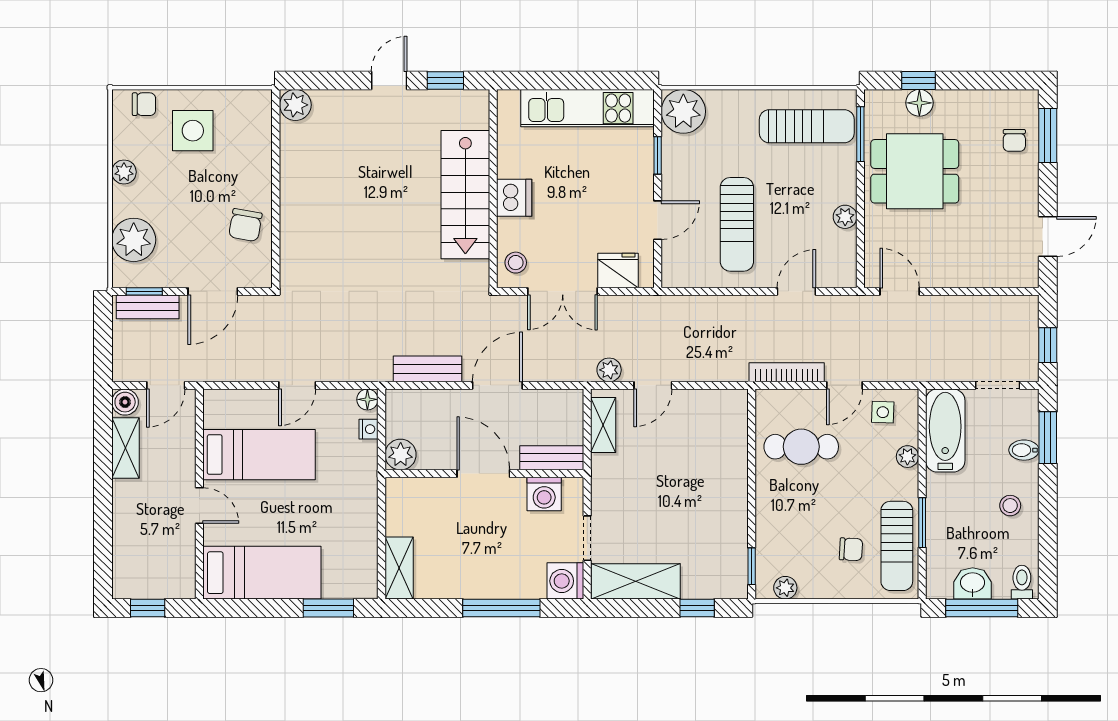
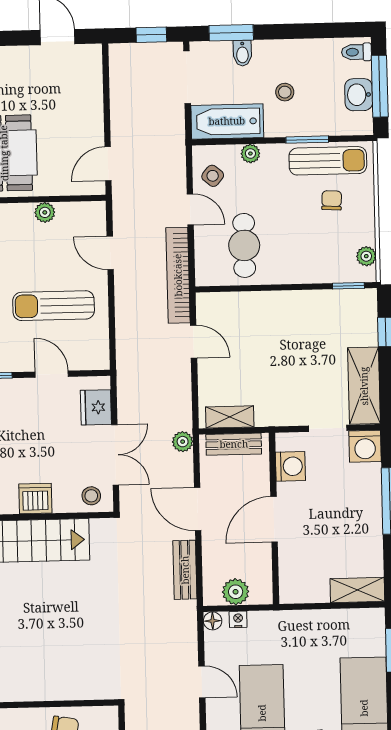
sun lounger: (737, 224) -> (54, 306), turned 180
plant: (609, 370) -> (183, 442), moved
bookcase: (787, 372) -> (178, 275), width x1.48, depth x1.31
door: (653, 385) -> (194, 342), moved
doorway: (998, 385) -> (187, 77), width x1.38
side table: (883, 412) -> (213, 176), turned 38
plant: (401, 455) -> (236, 592), moved
bench: (552, 458) -> (234, 444), moved, turned 90
stool: (1010, 506) -> (285, 92), moved

